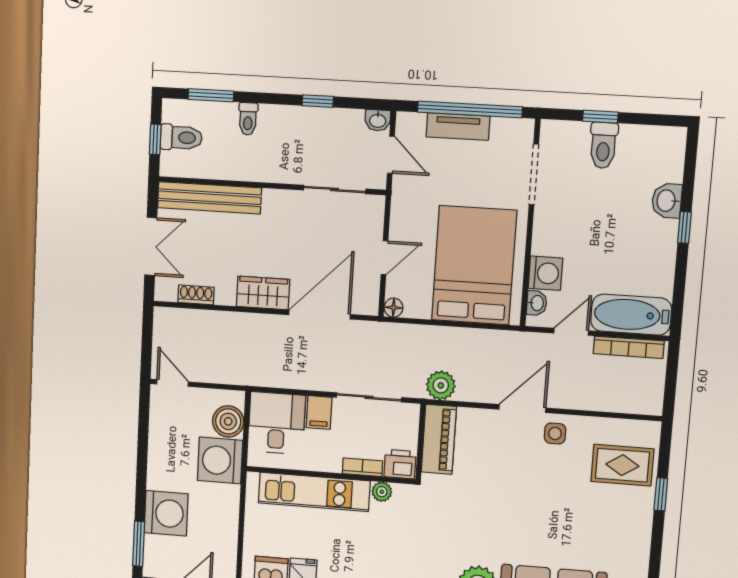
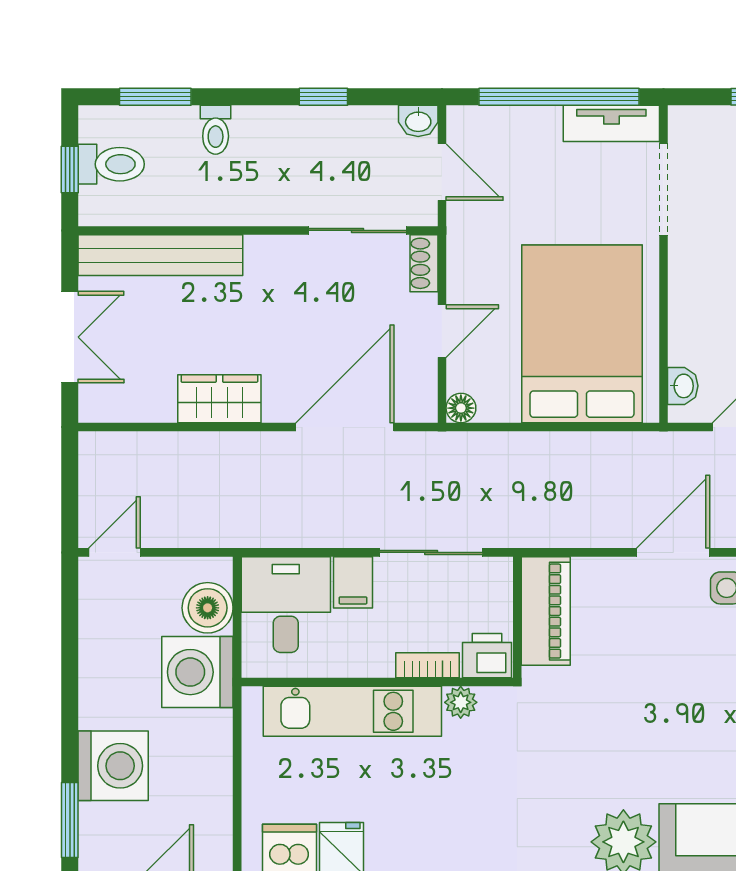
tv unit: (458, 126) -> (611, 123), moved
washing machine: (545, 273) -> (693, 339), removed
wardrobe: (263, 293) -> (219, 399), moved
shoe rack: (196, 295) -> (424, 263), moved, turned -90
door: (172, 383) -> (114, 552), hinge flipped
plant: (441, 385) -> (543, 525), removed

